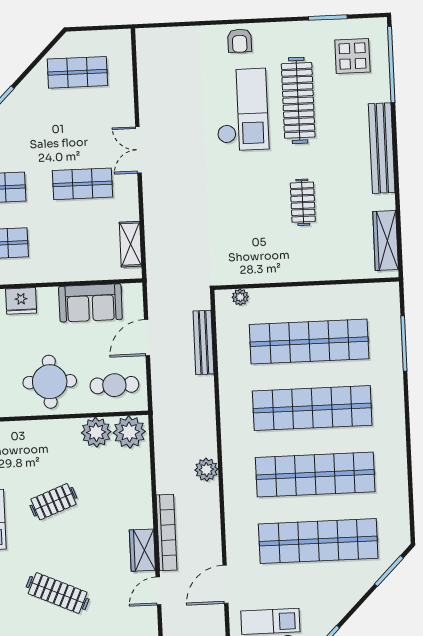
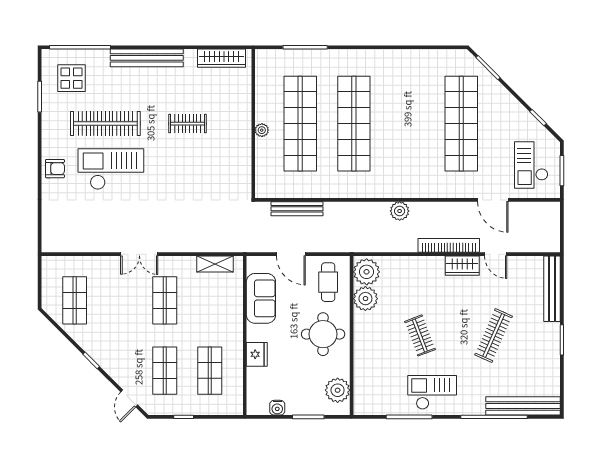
plant: (240, 297) -> (262, 130), moved
shop shelf: (315, 475) -> (408, 124), removed

